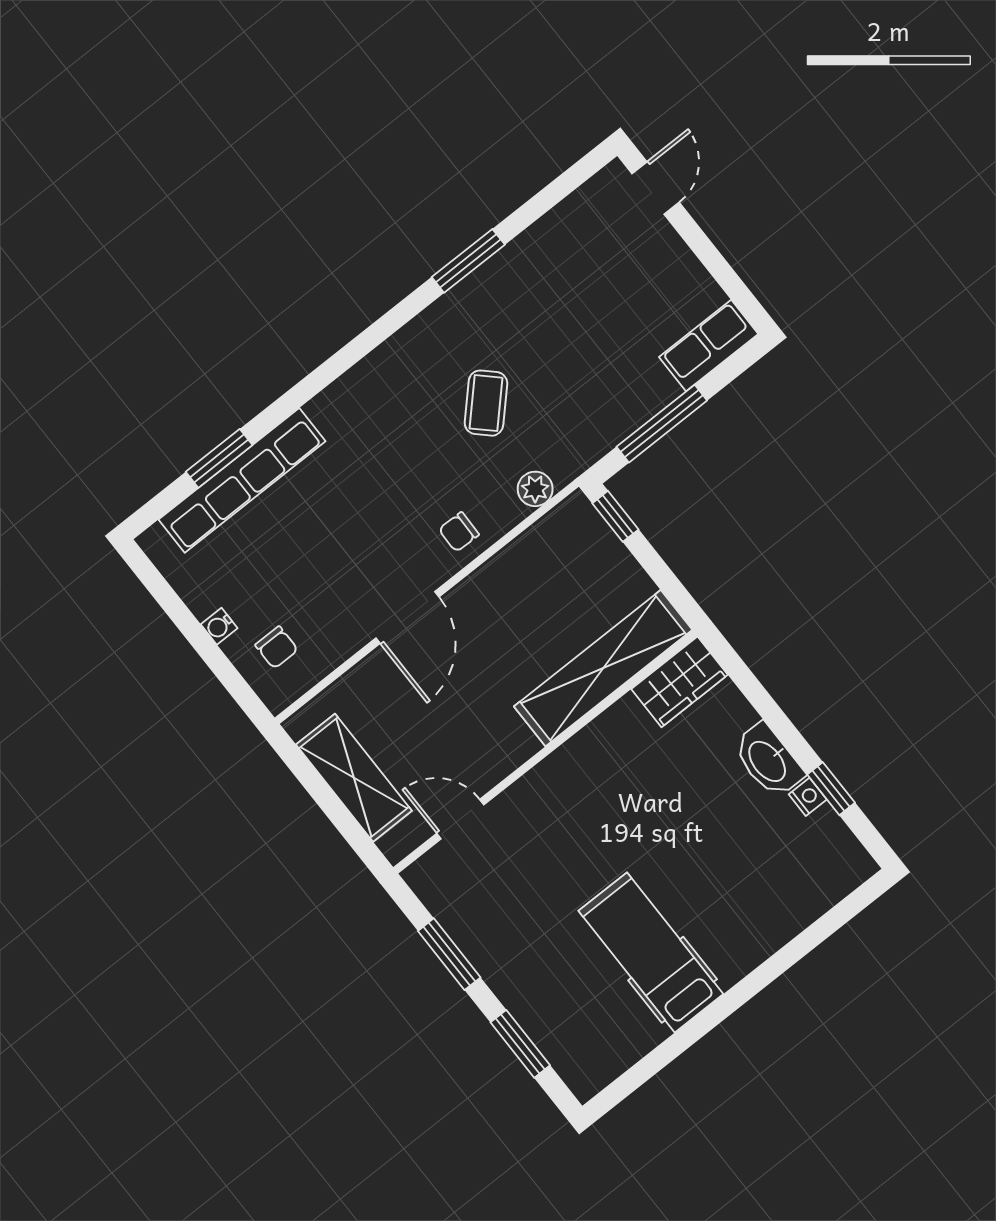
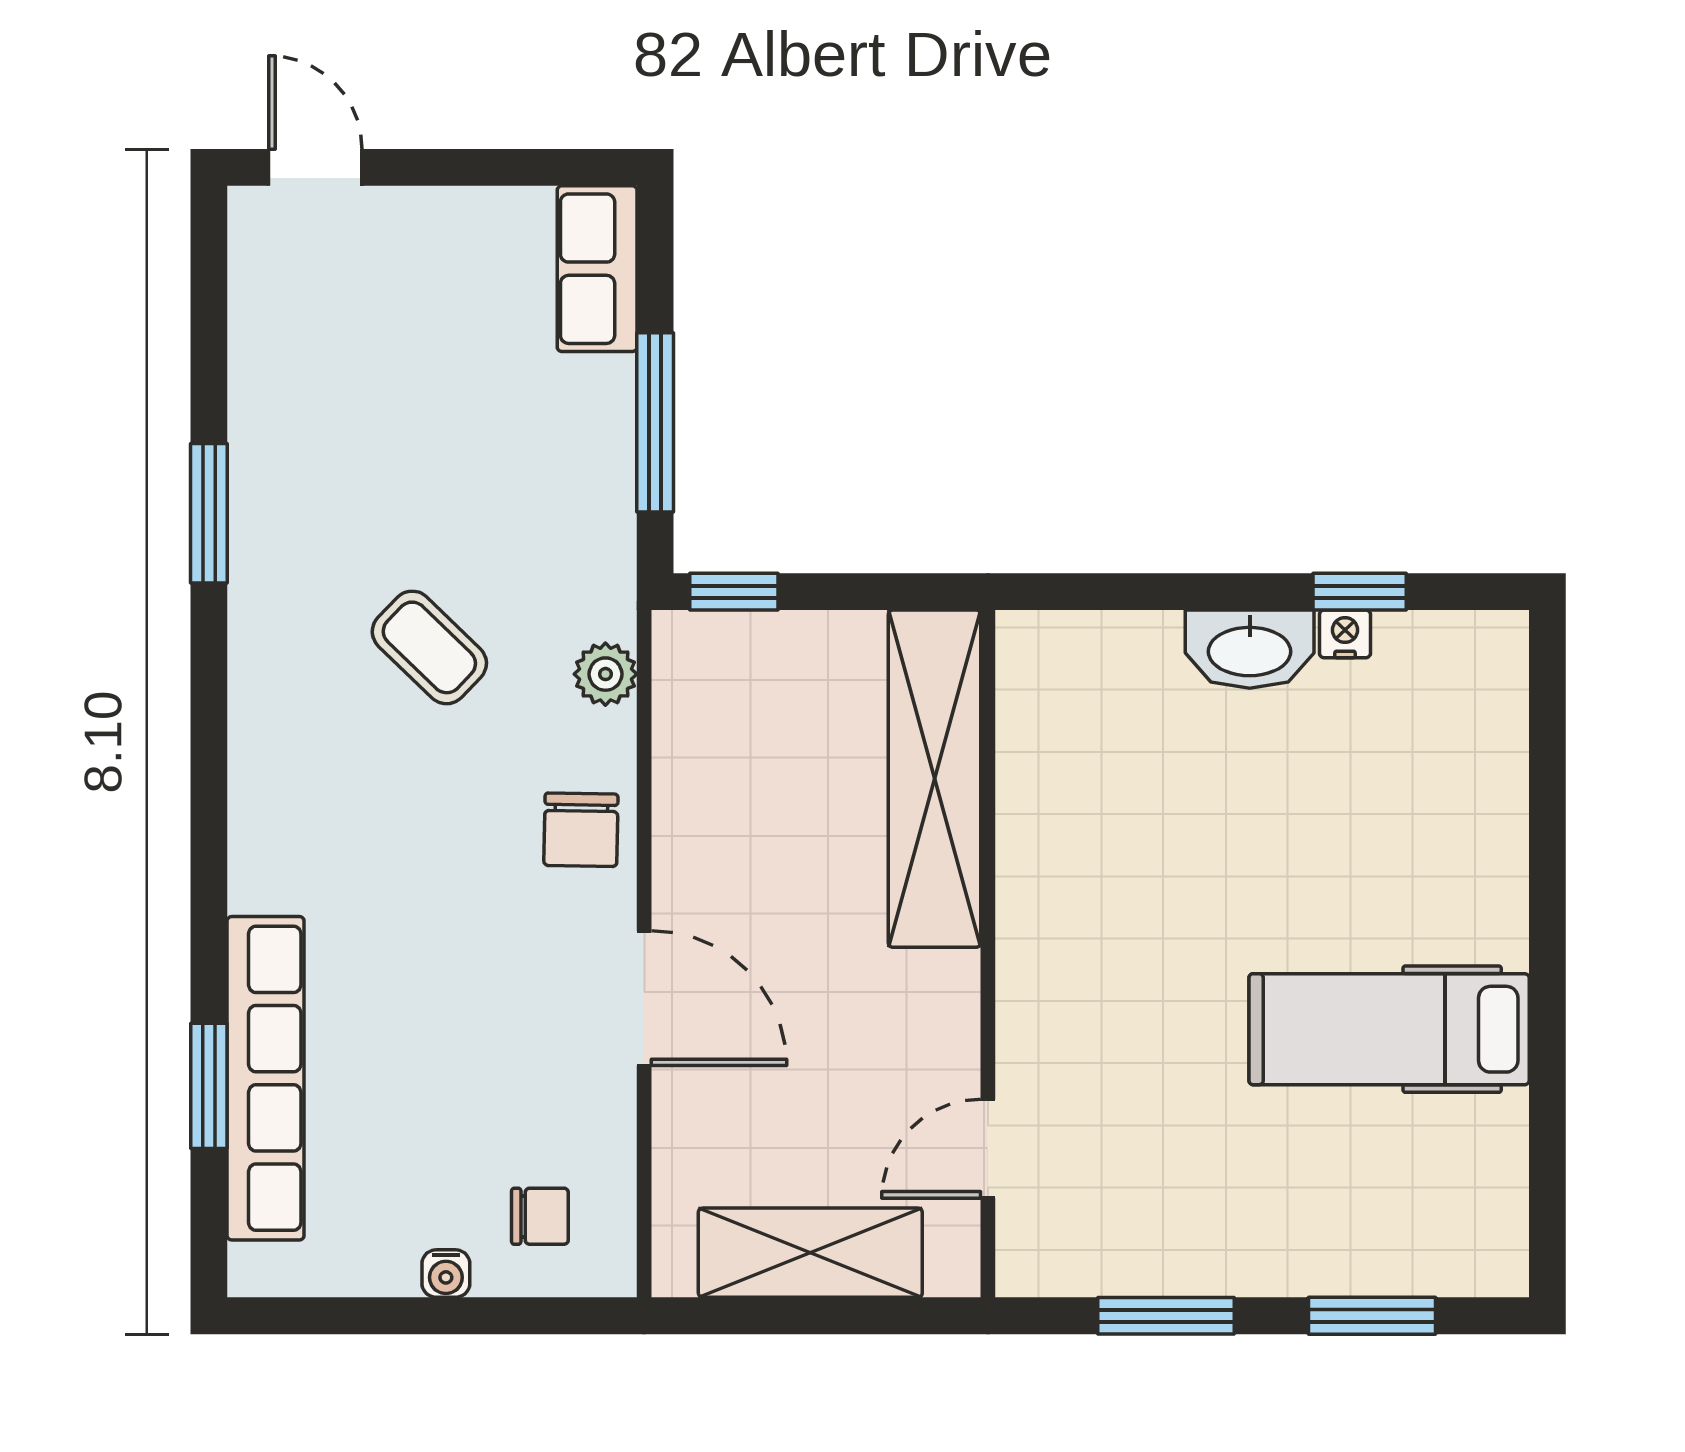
chair: (459, 532) -> (581, 830), width x1.37, depth x1.37
wardrobe: (680, 682) -> (1039, 686), removed

